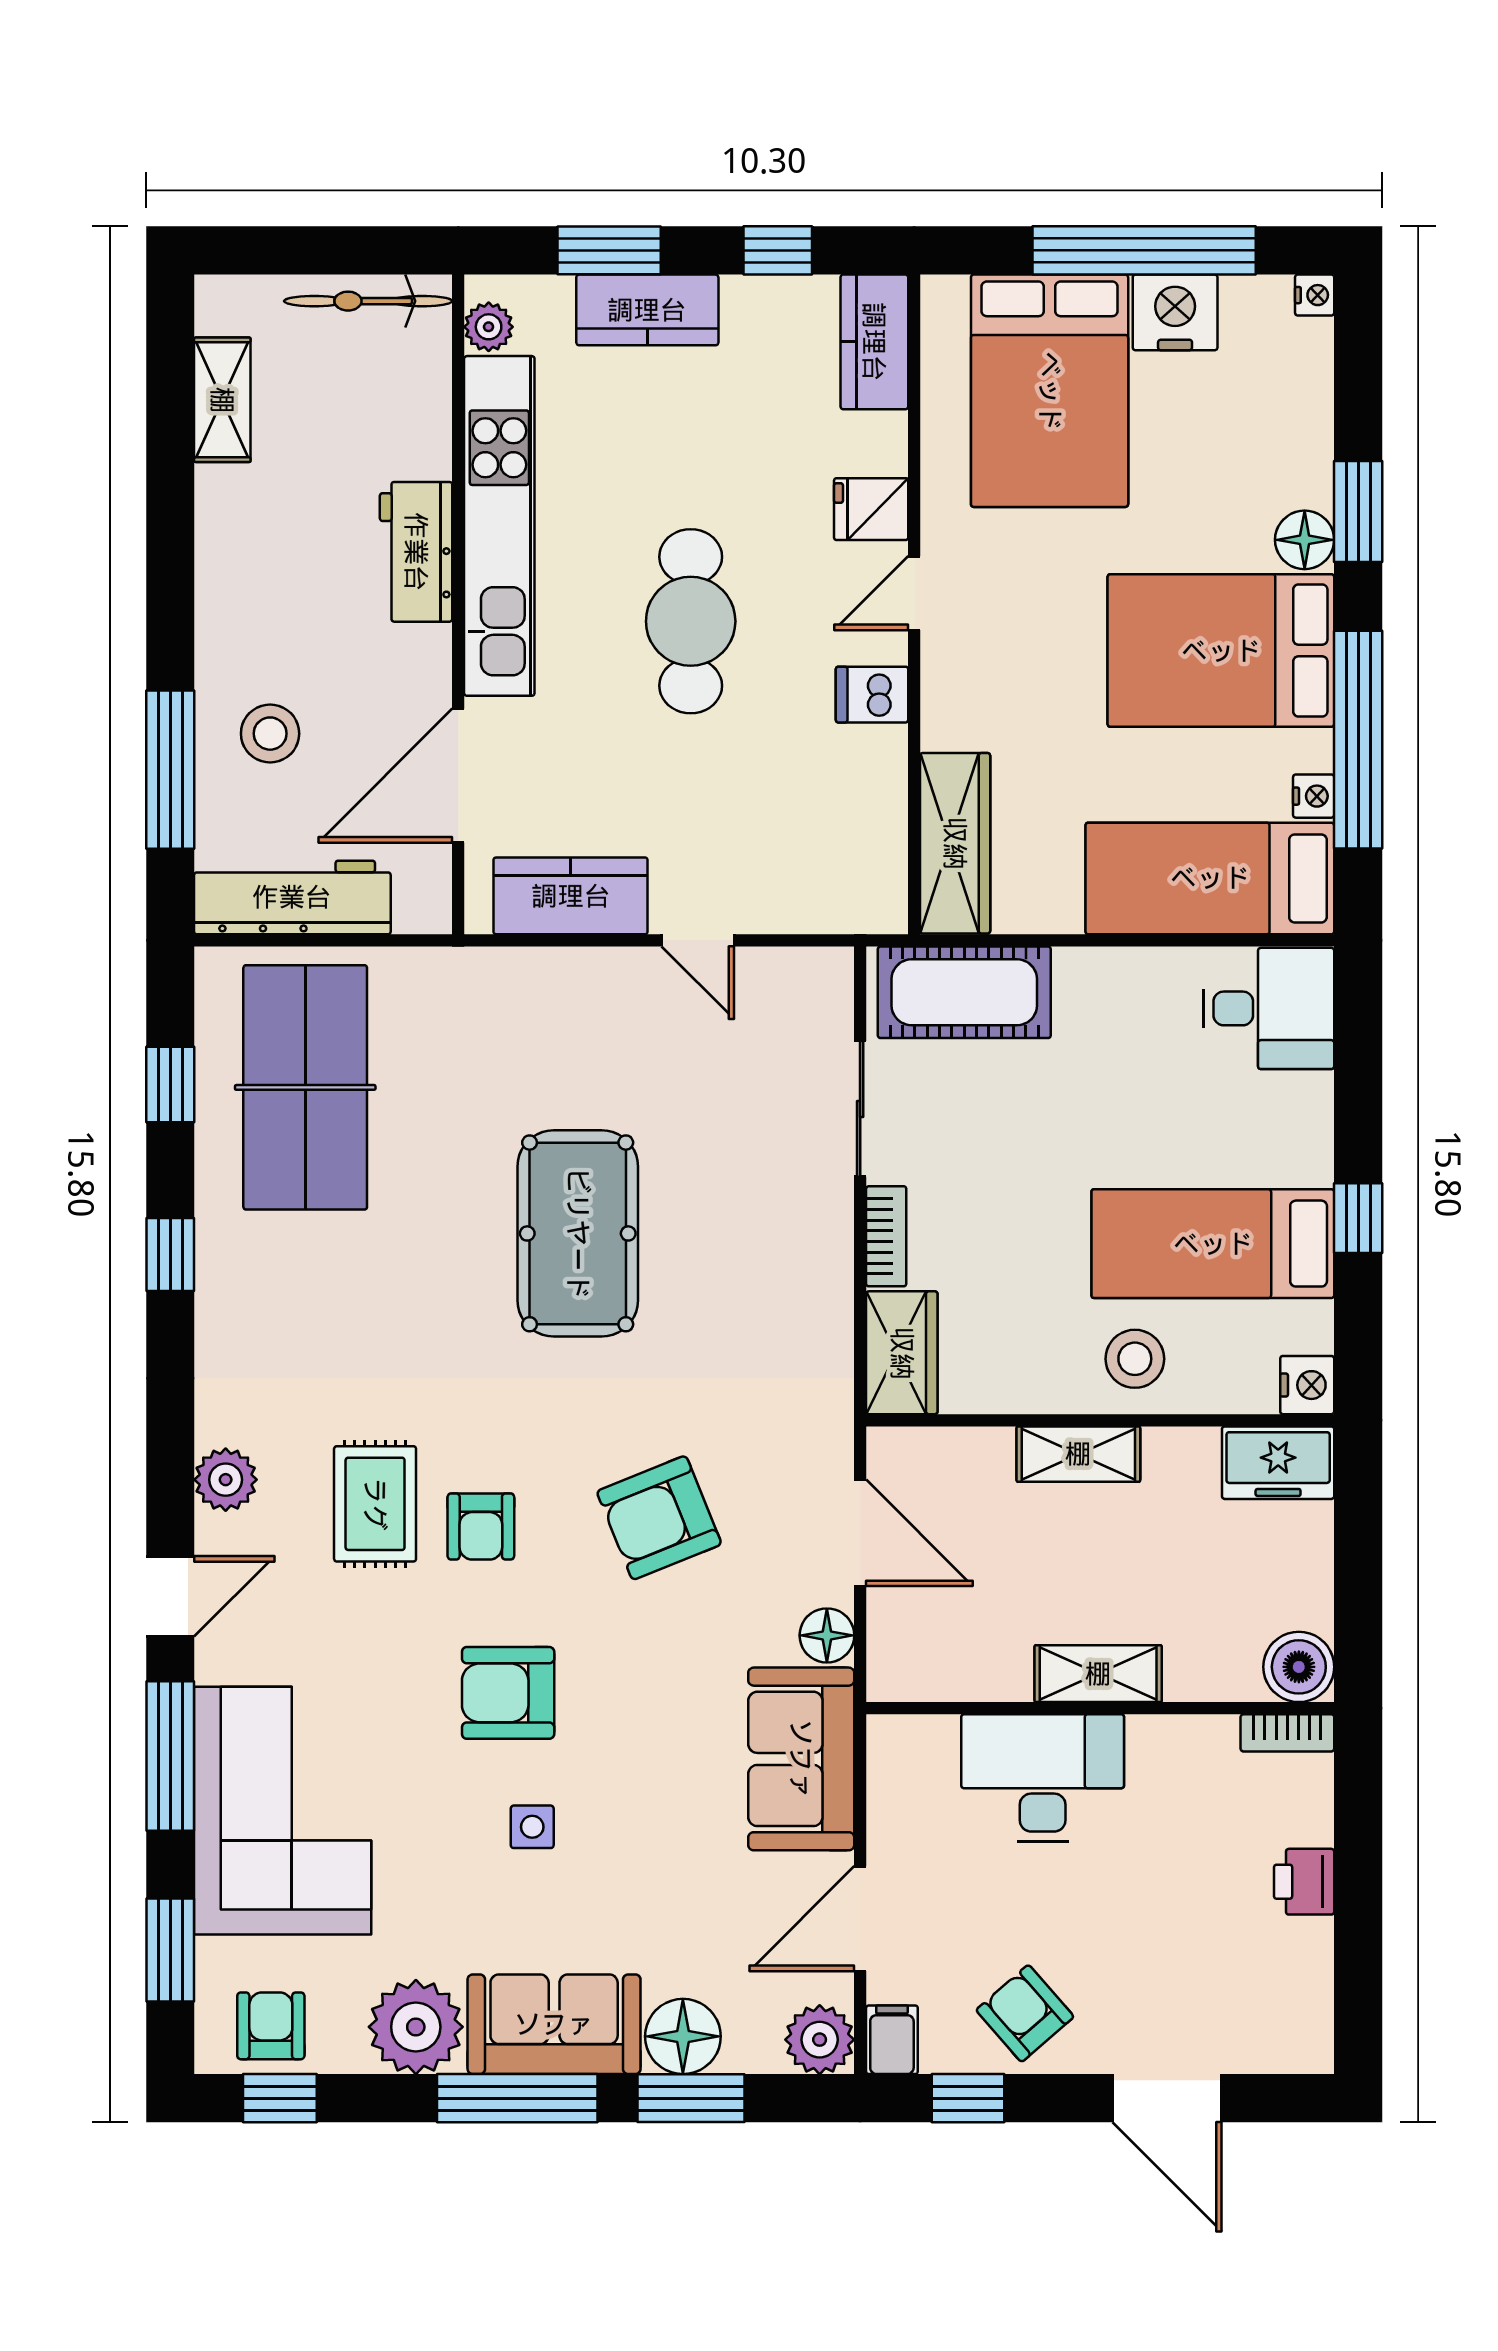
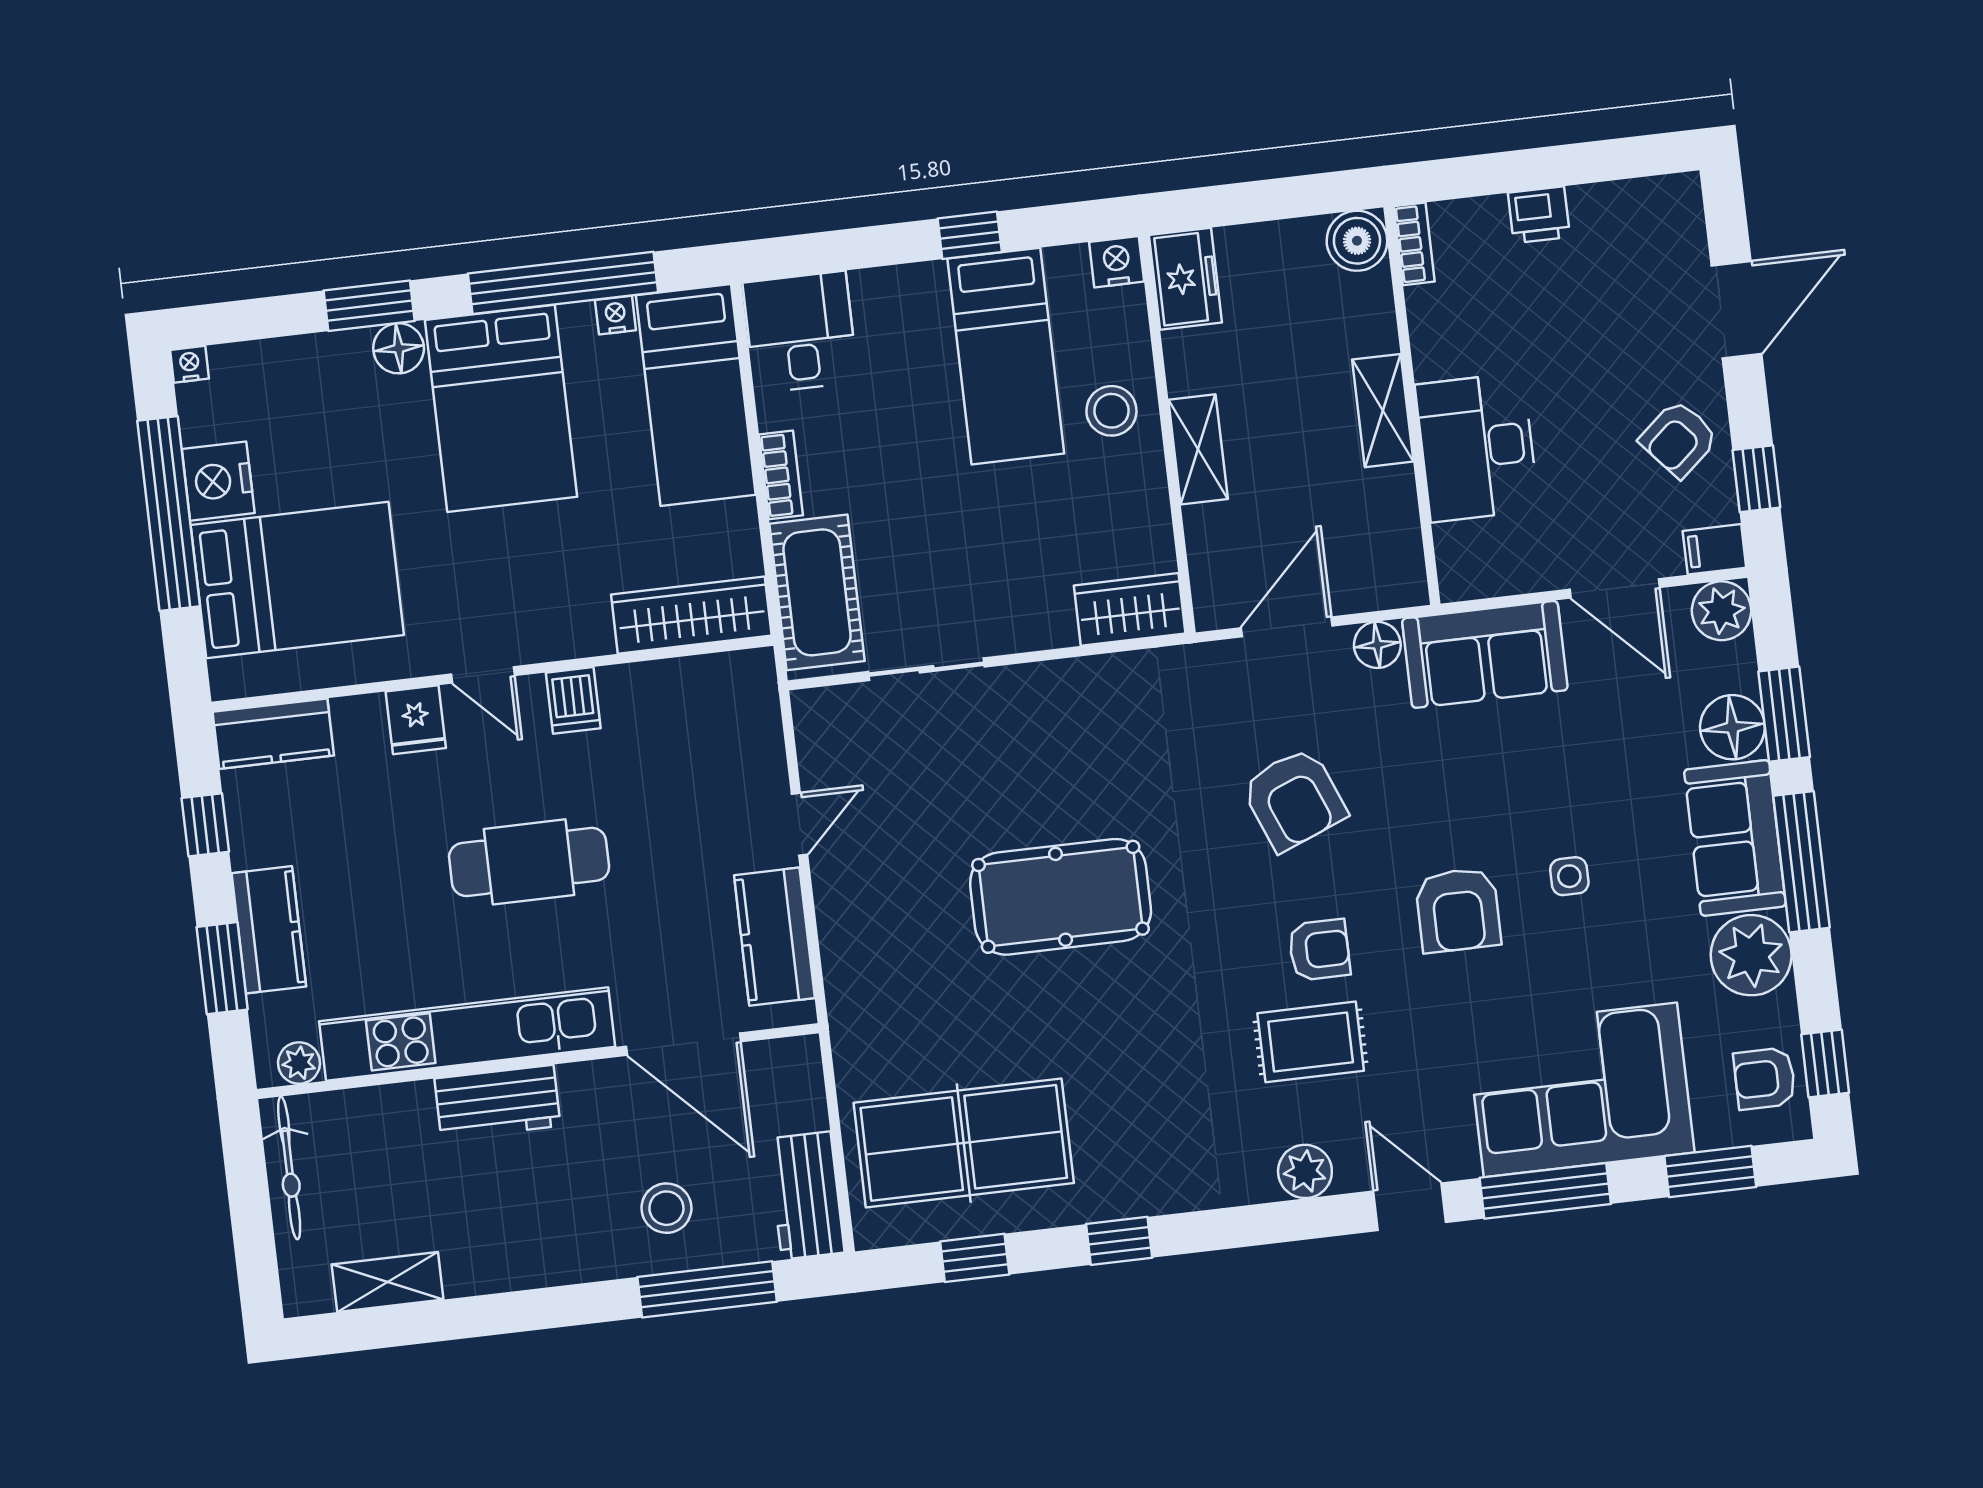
workbench: (292, 897) -> (806, 1196), width x0.73
bookcase: (886, 1236) -> (781, 475), moved, turned 90

